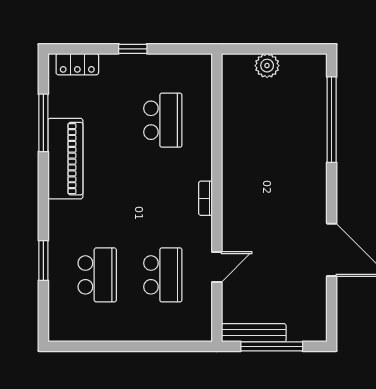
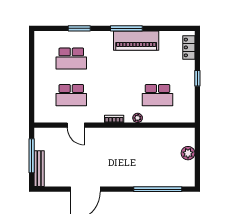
window: (43, 123) -> (126, 28), moved
plant: (204, 156) -> (138, 118), added
bench: (254, 333) -> (39, 169), moved

